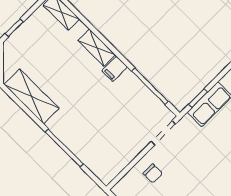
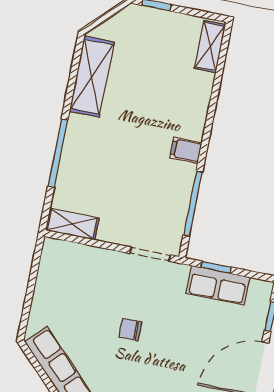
shelving: (97, 48) -> (72, 224), moved, turned 90
chair: (153, 173) -> (130, 330), moved, turned 90

